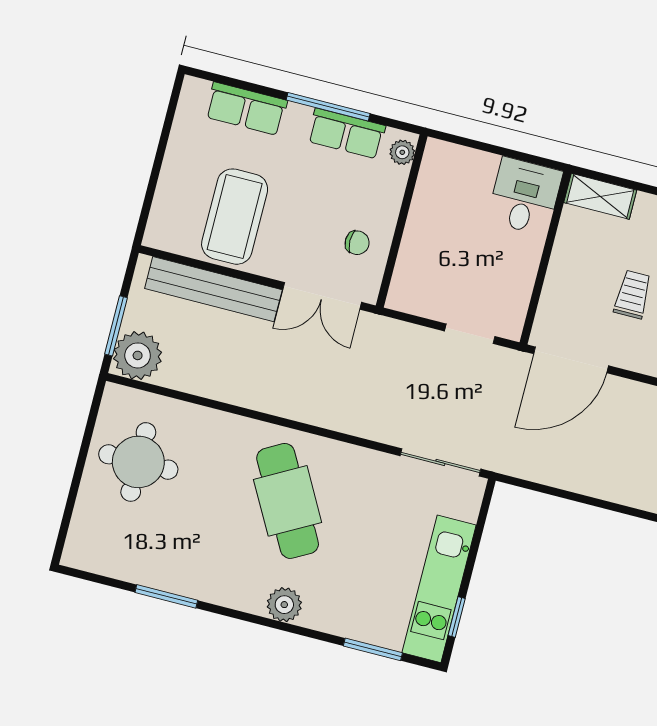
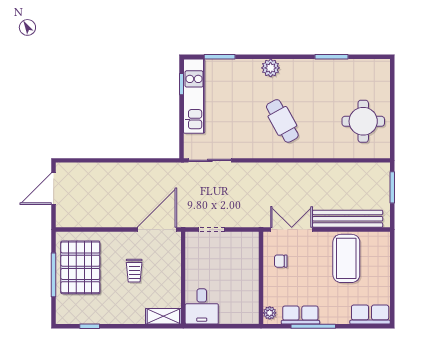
row of seats: (246, 109) -> (370, 315), moved
plant: (138, 355) -> (377, 175), removed
cafe table: (288, 501) -> (282, 121), width x0.73, depth x0.74

